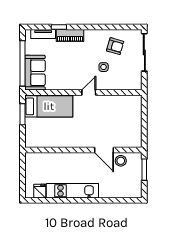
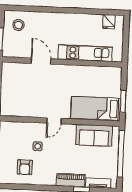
armchair: (115, 46) -> (25, 167), turned -106
sofa: (35, 73) -> (94, 135), moved, turned -90
stool: (121, 161) -> (18, 25), moved
kitchen unit: (72, 191) -> (85, 53), moved, turned 180

